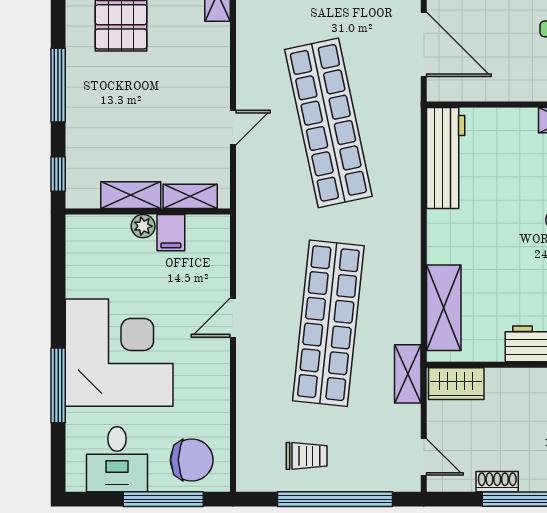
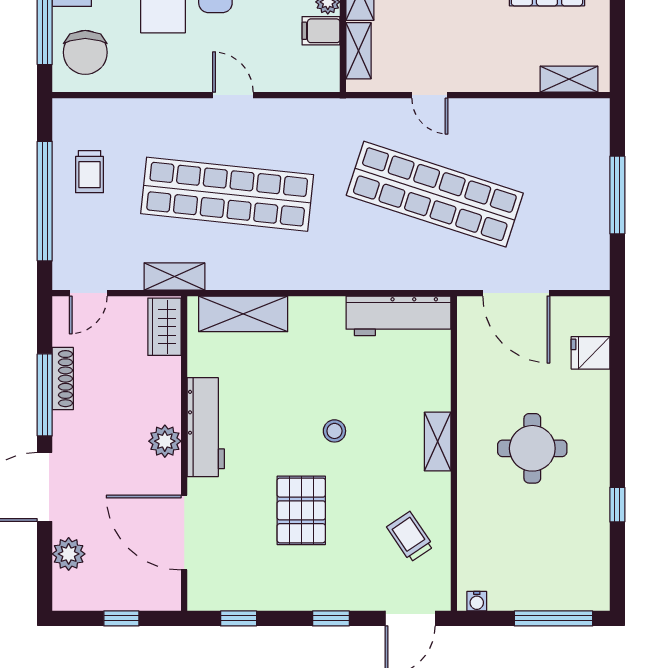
door: (424, 44) -> (516, 293), hinge flipped
shop shelf: (328, 123) -> (435, 194), turned 30
shoe rack: (497, 482) -> (63, 379), width x1.43

